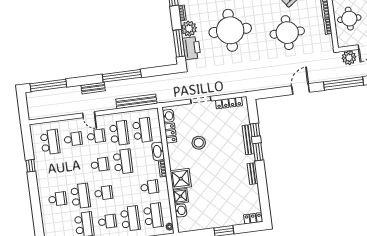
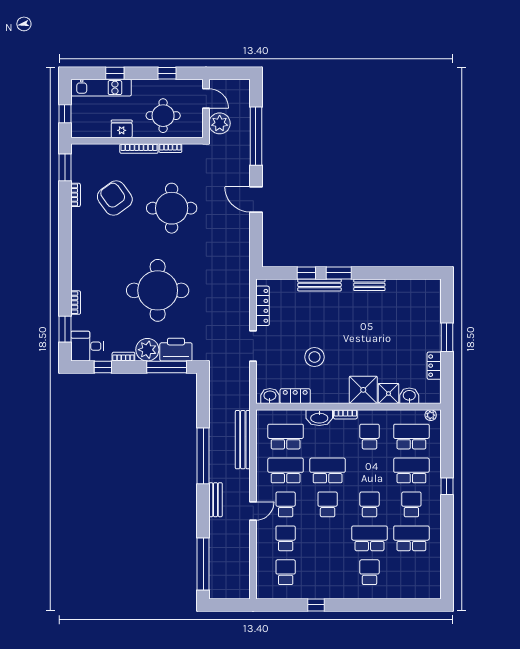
school desk: (50, 142) -> (286, 572), width x0.54
locker: (253, 218) -> (434, 366), moved

